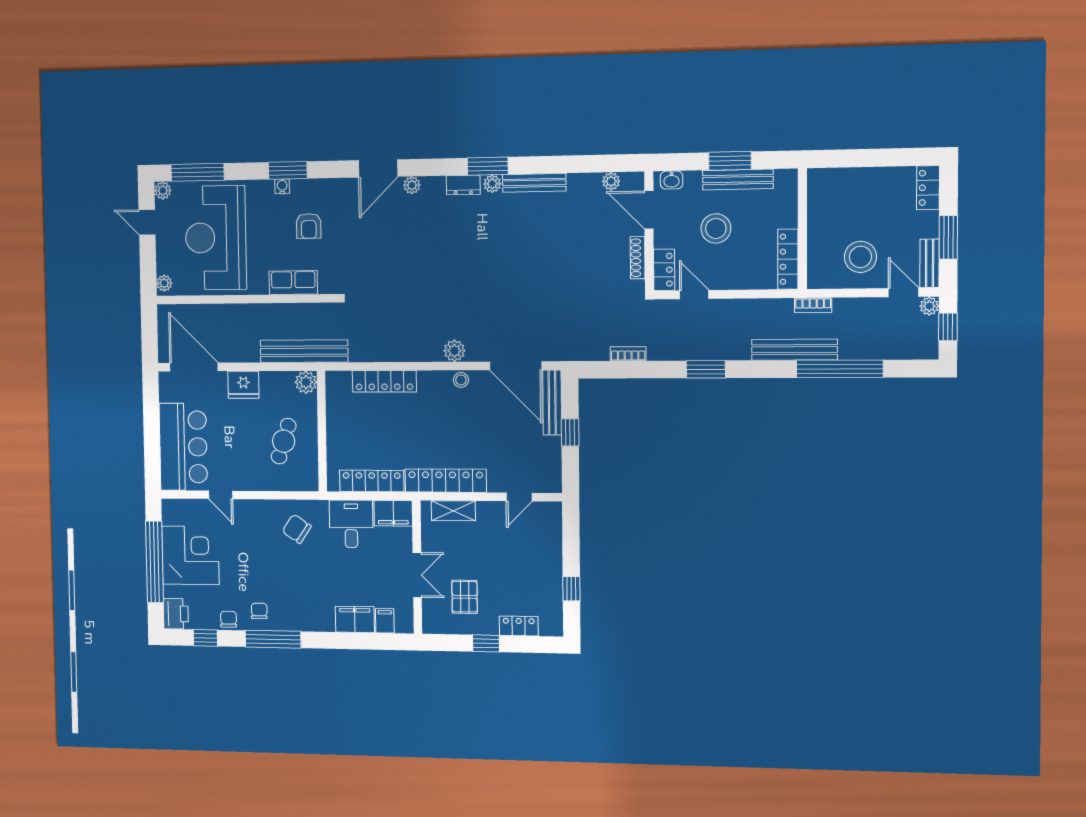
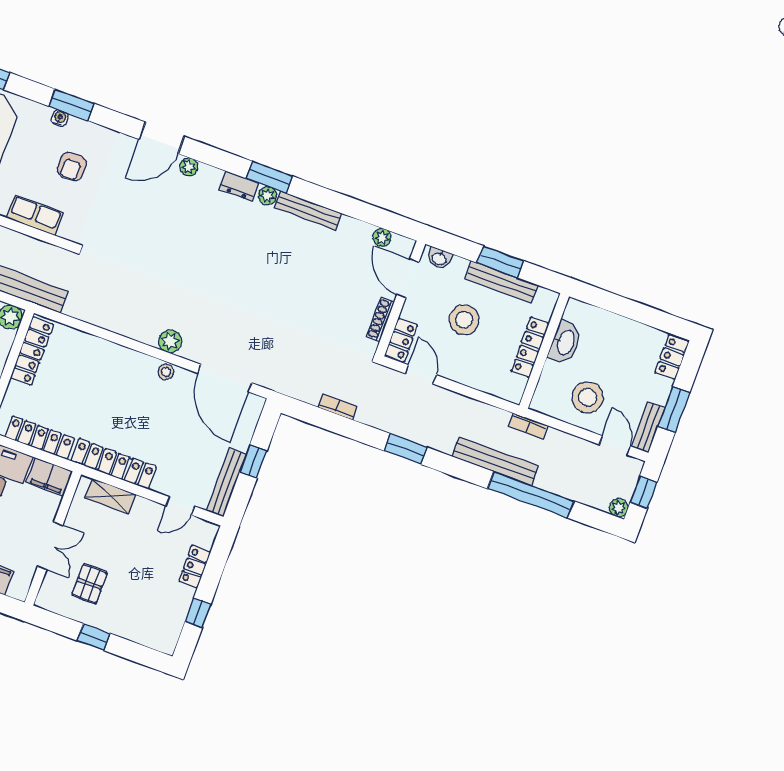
washbasin: (820, 213) -> (565, 342), added
locker: (788, 259) -> (530, 347), moved
plant: (929, 306) -> (619, 508), moved
locker: (384, 381) -> (32, 351), moved, turned -90
bench: (552, 403) -> (226, 482), moved
locker: (519, 626) -> (195, 566), moved, turned -90

